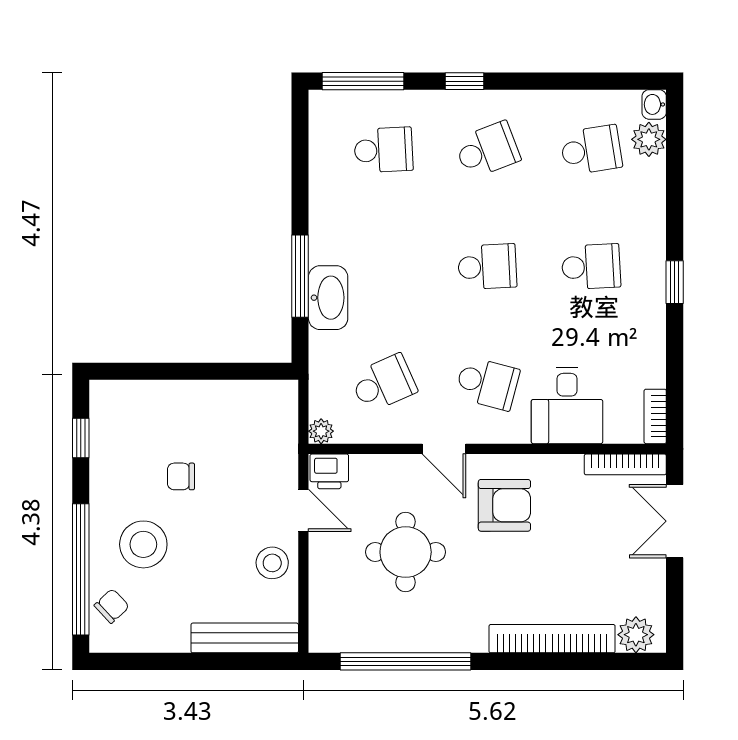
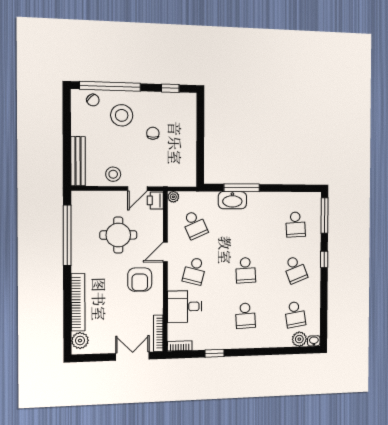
window: (675, 282) -> (215, 353), moved

